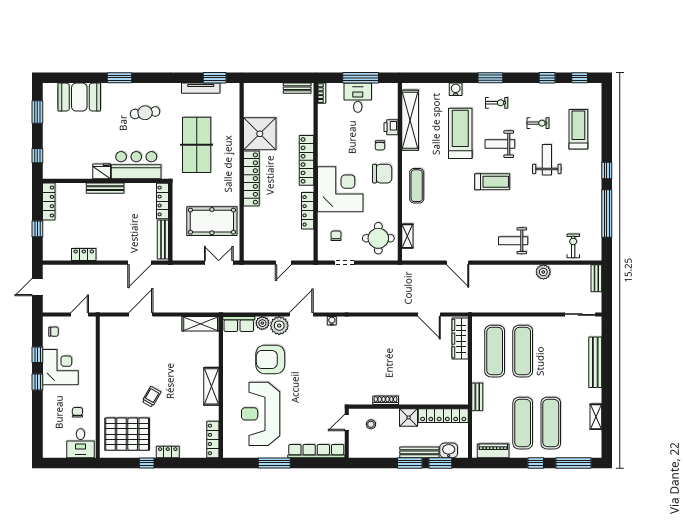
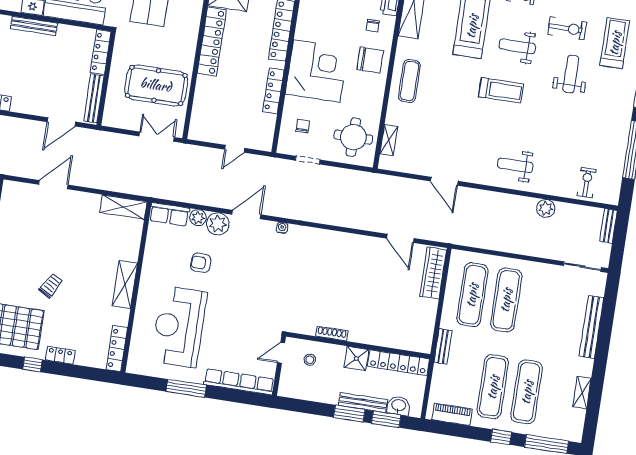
exercise bike: (538, 123) -> (567, 28), width x1.38, depth x1.39
armchair: (270, 359) -> (201, 263), width x0.53, depth x0.53

